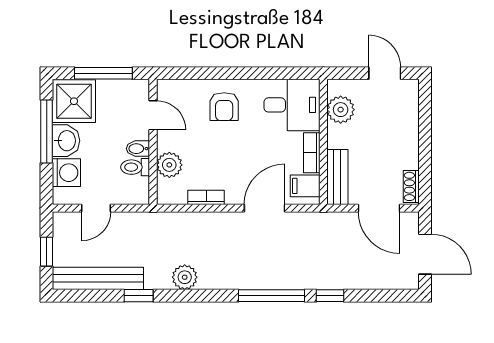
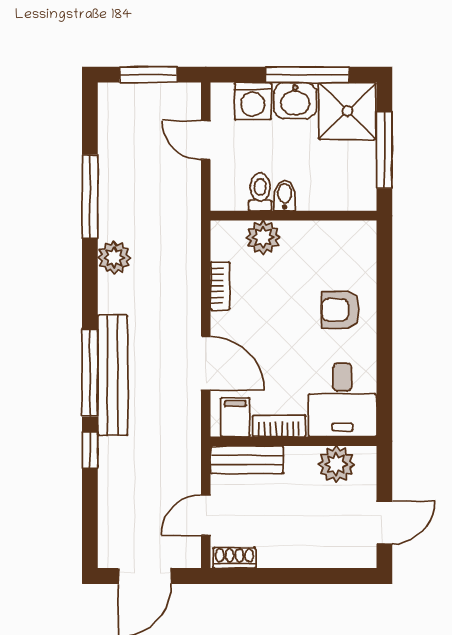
door: (153, 115) -> (329, 216), removed
door: (379, 208) -> (206, 515), width x0.73
window: (47, 252) -> (148, 75), width x1.50
bench: (98, 278) -> (113, 375), moved
window: (139, 296) -> (90, 197), width x2.17

